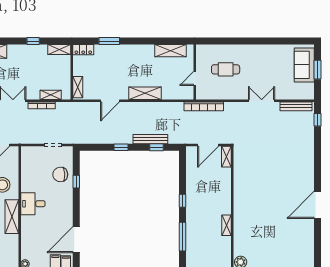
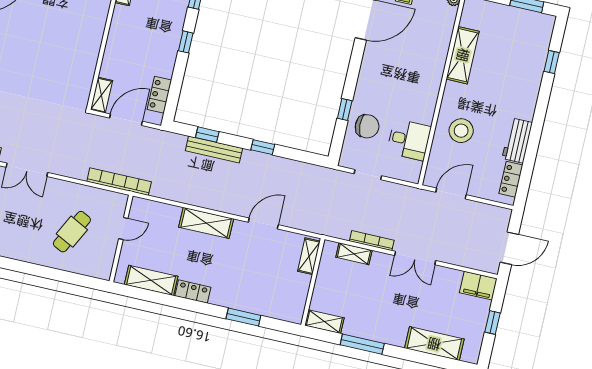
window: (33, 41) -> (362, 344), width x2.17
locker: (83, 50) -> (193, 292), moved
cafe table: (226, 69) -> (72, 232), turned -63
locker: (191, 165) -> (159, 95), added
desk: (33, 204) -> (409, 140), moved
shelving: (12, 217) -> (463, 55), moved

